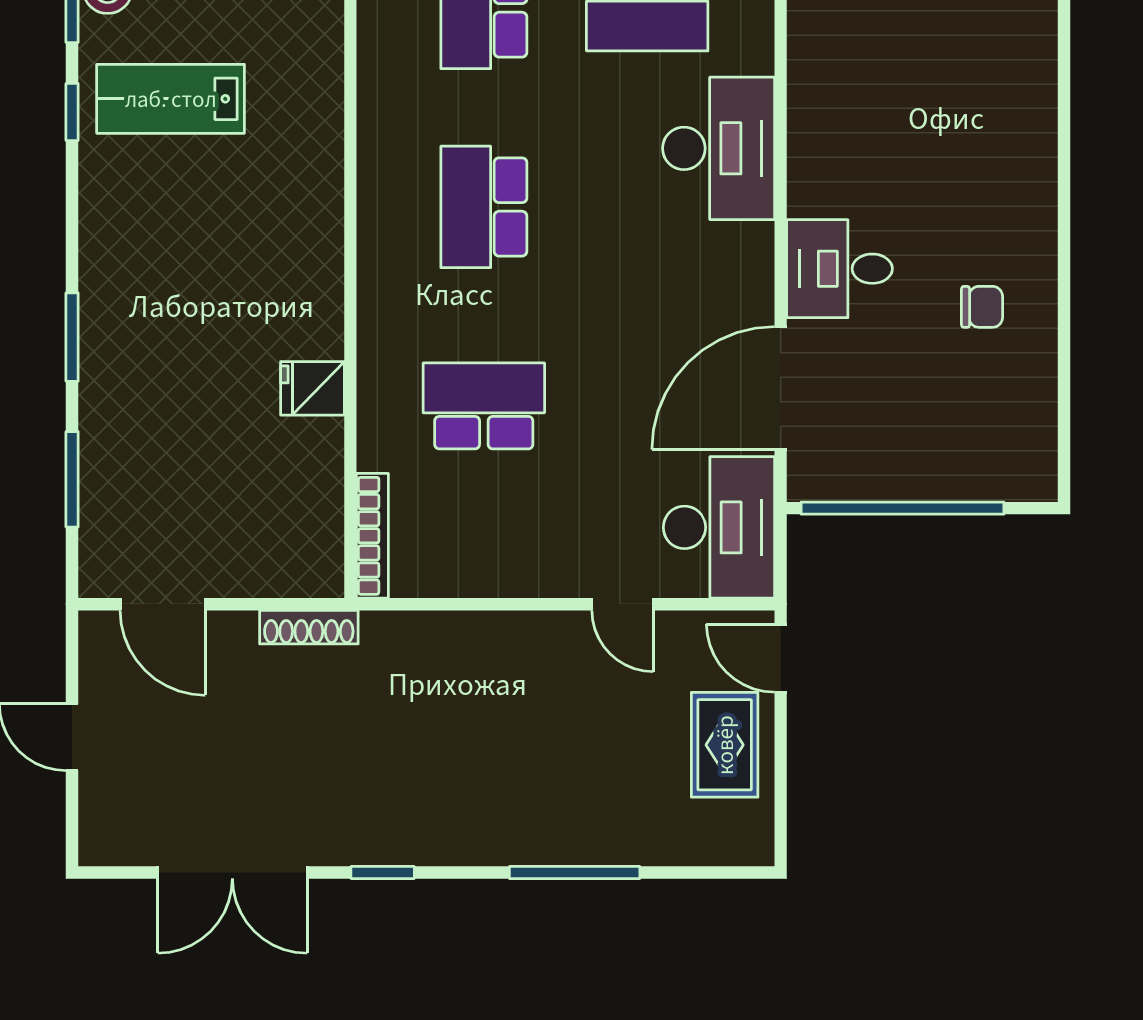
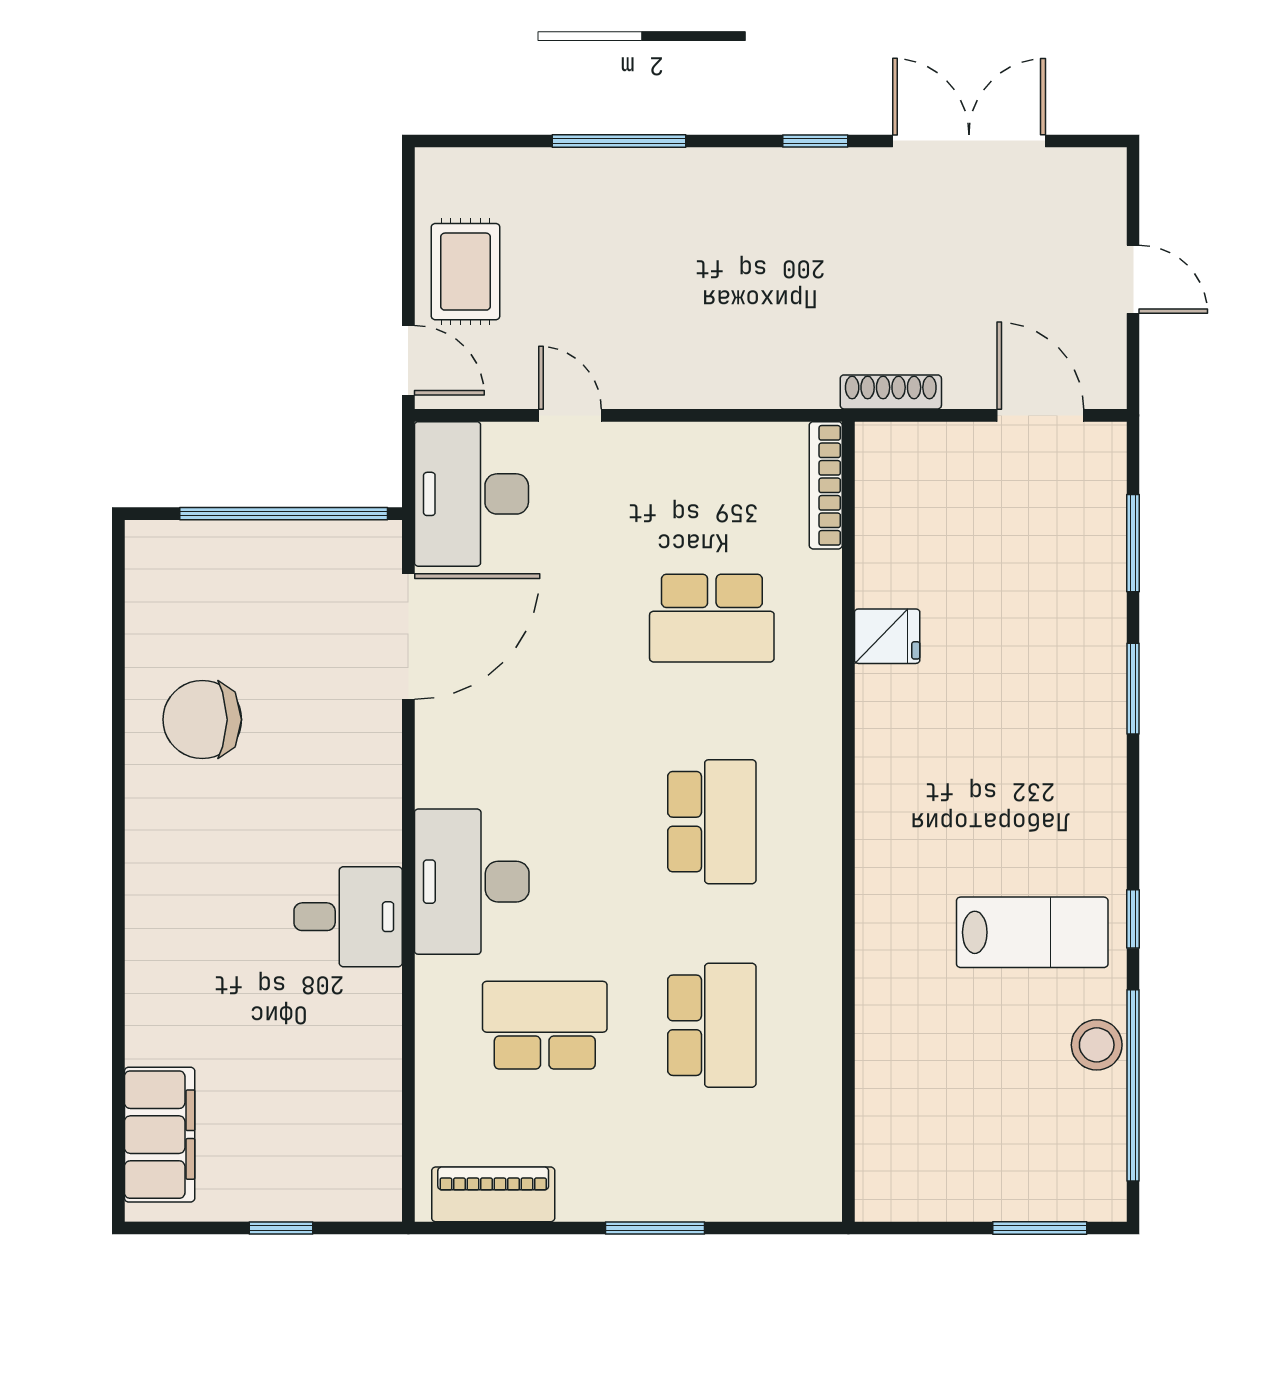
desk: (839, 269) -> (348, 917), moved
chair: (982, 307) -> (202, 720), width x1.87, depth x1.87

